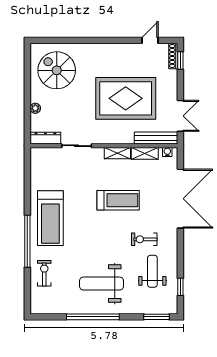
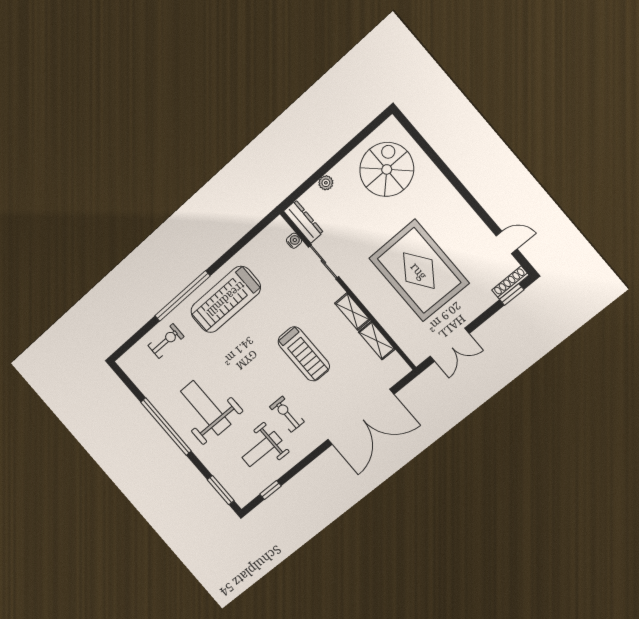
bench: (156, 138) -> (403, 339), removed
water cooler: (167, 152) -> (294, 241), moved
weight bench: (152, 271) -> (262, 449), turned 180

